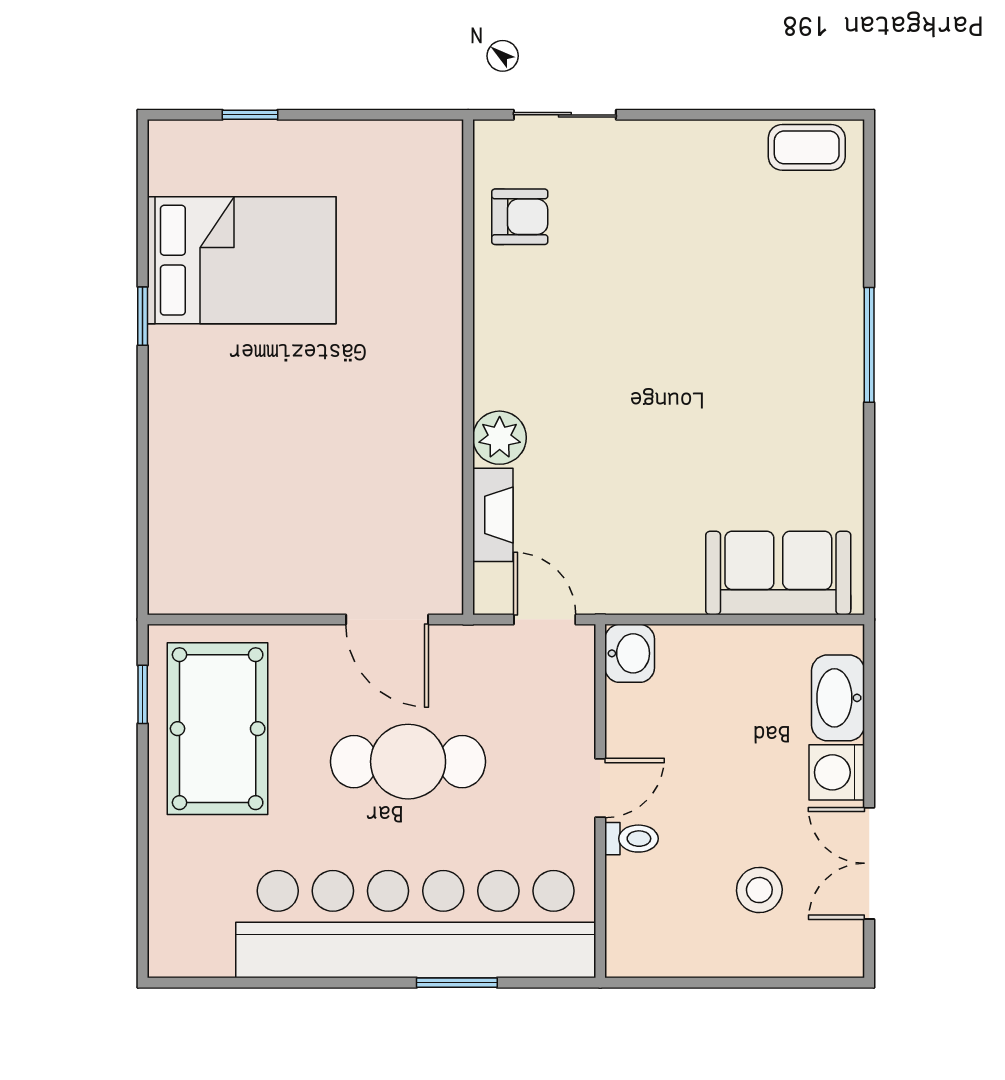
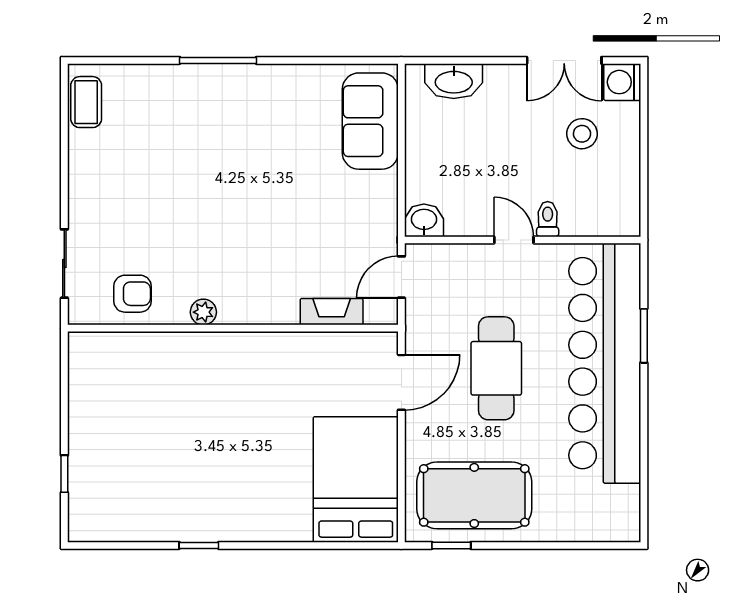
armchair: (520, 217) -> (132, 294), turned 90
bed: (242, 260) -> (356, 479), moved
plant: (500, 438) -> (203, 312), moved, width x0.73, depth x0.73
washing machine: (837, 772) -> (622, 82), moved, turned 90

